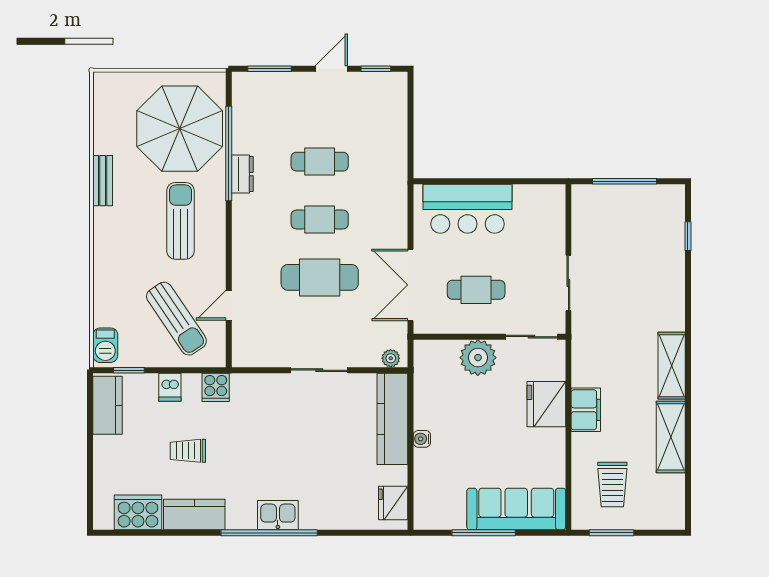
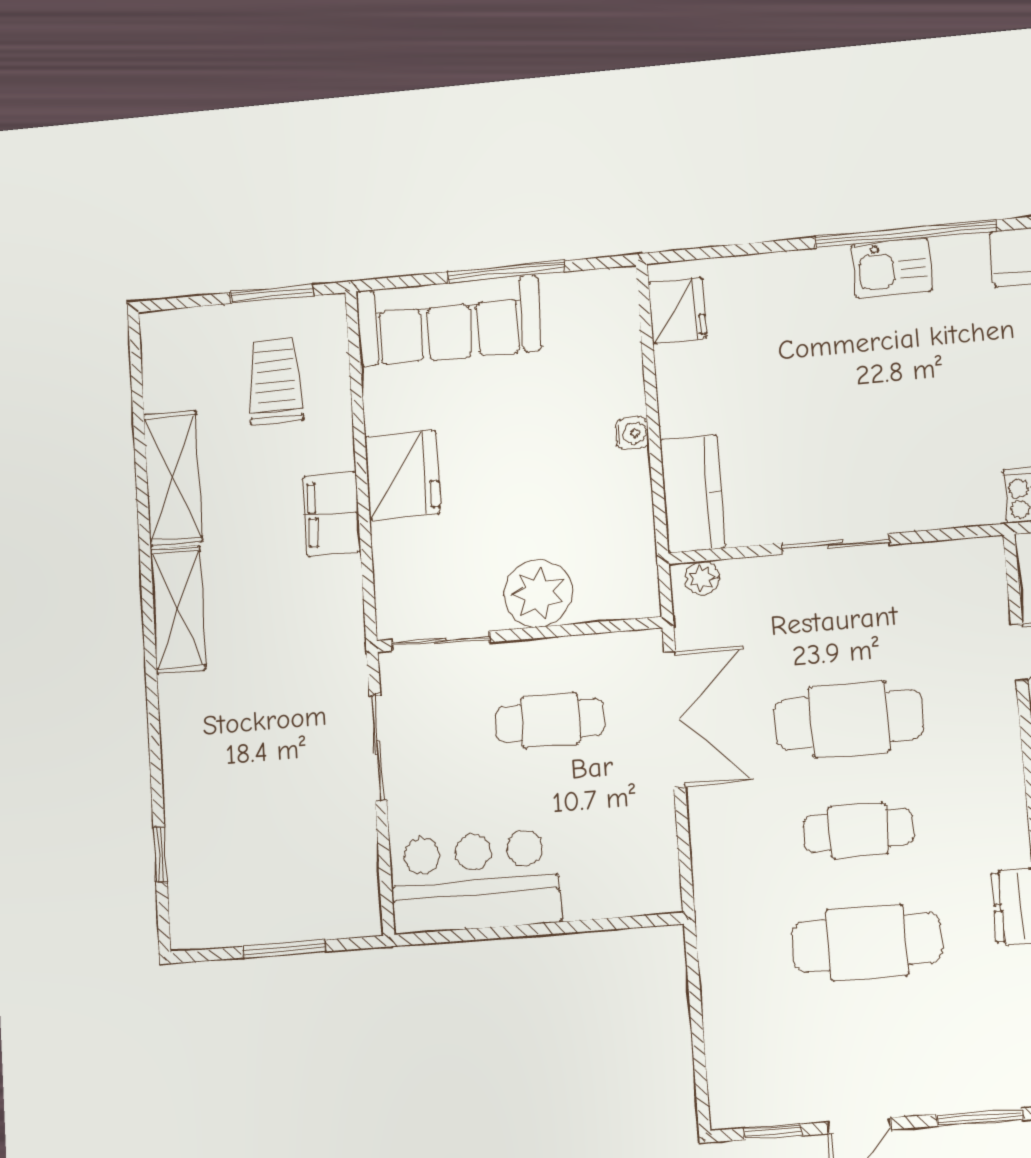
cafe table: (320, 162) -> (867, 942), width x1.37, depth x1.35
window: (625, 181) -> (284, 949), width x0.69
bar counter: (468, 209) -> (475, 881), moved
fridge: (546, 404) -> (403, 475), moved
kitchen counter: (392, 419) -> (693, 494), width x0.67

